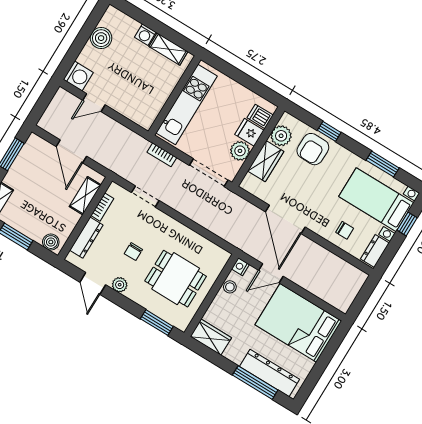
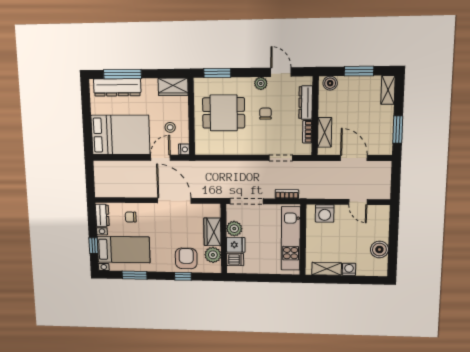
washing machine: (78, 76) -> (325, 213), moved, turned -90
door: (94, 103) -> (358, 202), swing flipped
stool: (230, 287) -> (170, 127), moved

